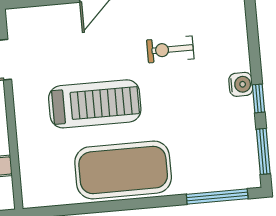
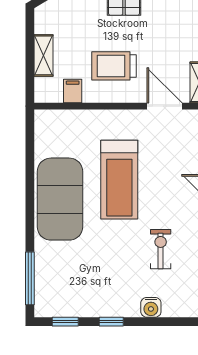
water cooler: (241, 84) -> (151, 307), moved
window: (263, 151) -> (65, 322), width x0.67

